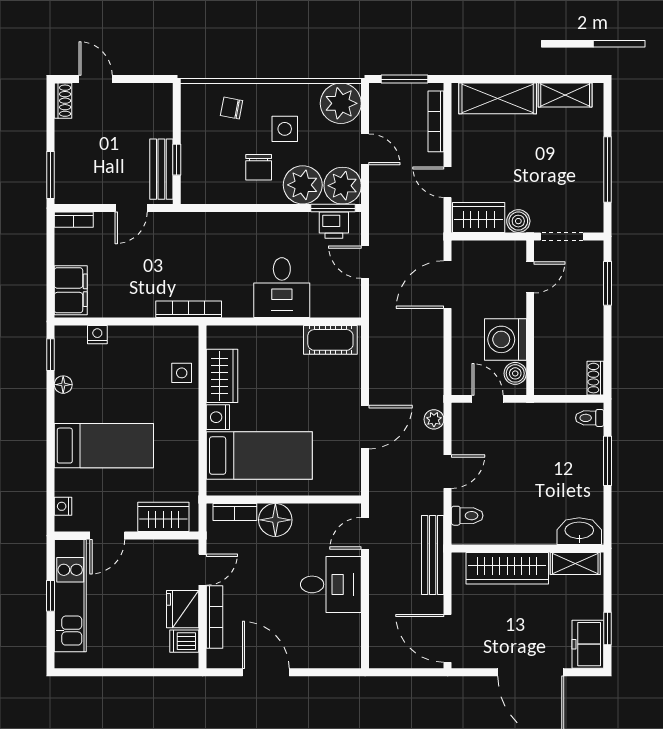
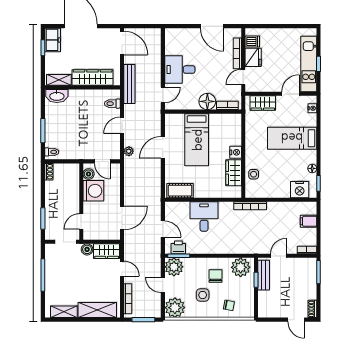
plant: (303, 185) -> (241, 267), moved
filing cabinet: (71, 290) -> (308, 221), width x0.50
nightstand: (97, 335) -> (300, 190), width x1.89, depth x1.79
bed: (259, 456) -> (197, 140), moved, turned -90

